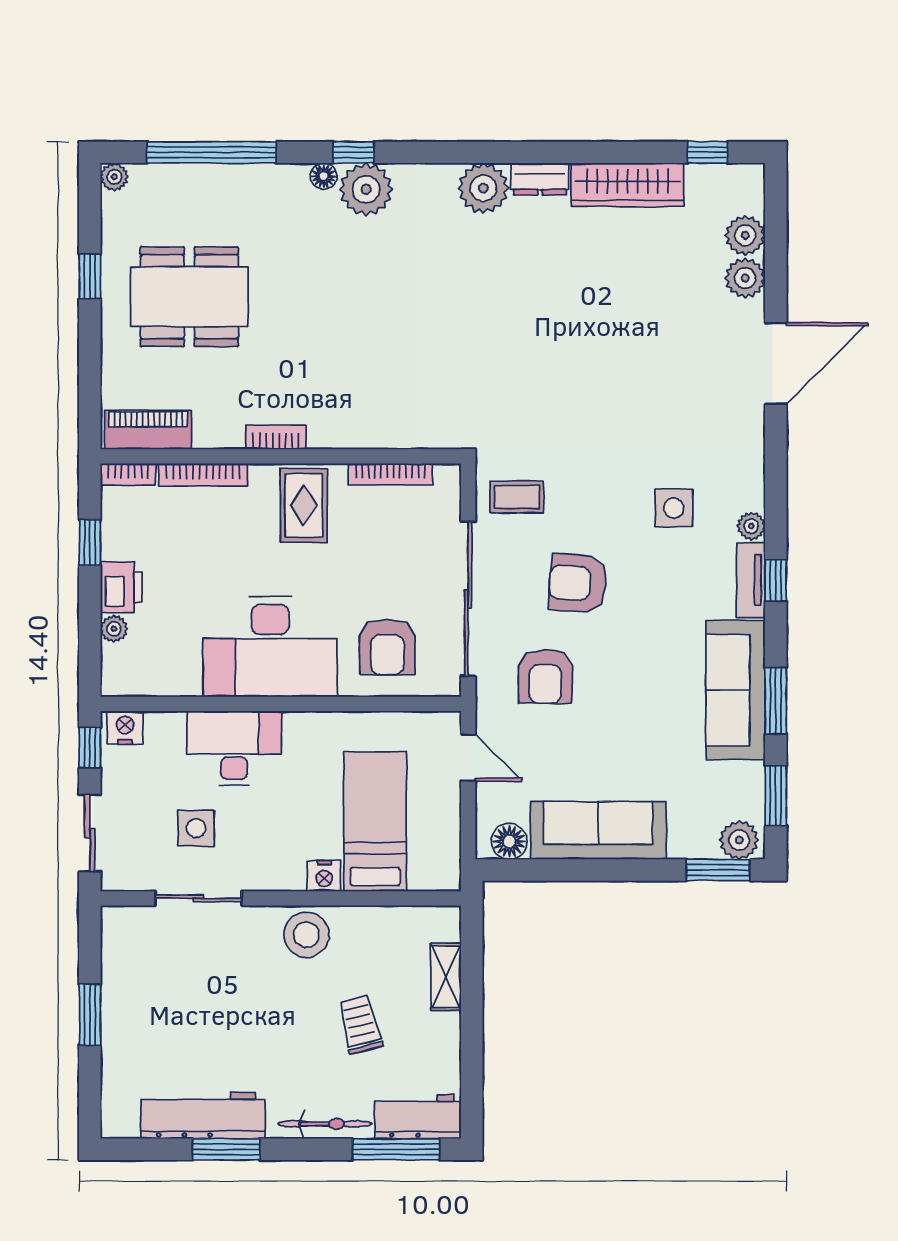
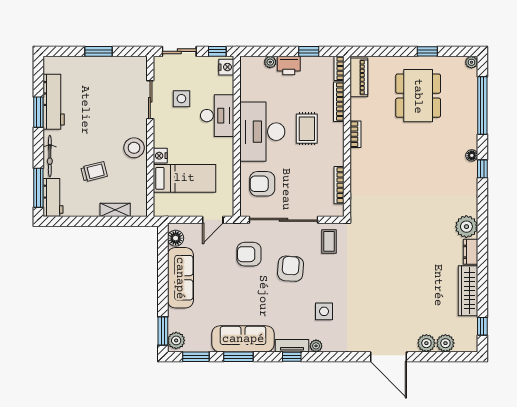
plant: (366, 189) -> (466, 174), removed
rug: (304, 505) -> (307, 129), moved, turned 90

